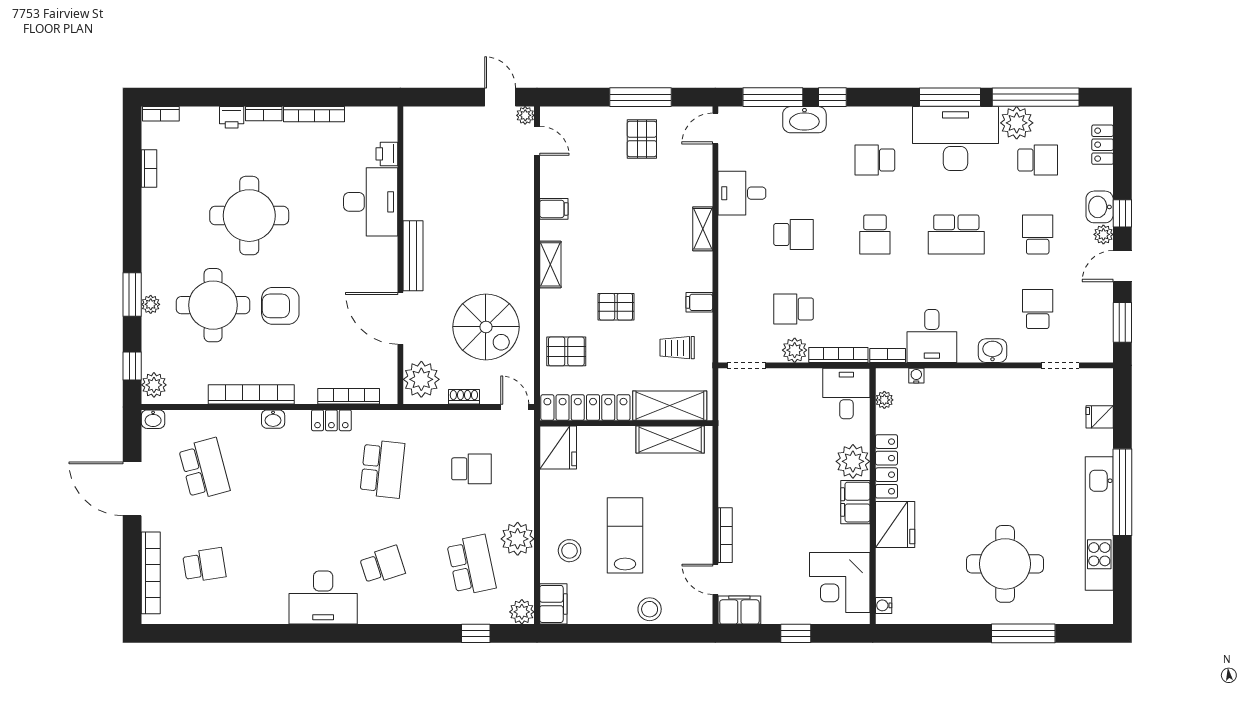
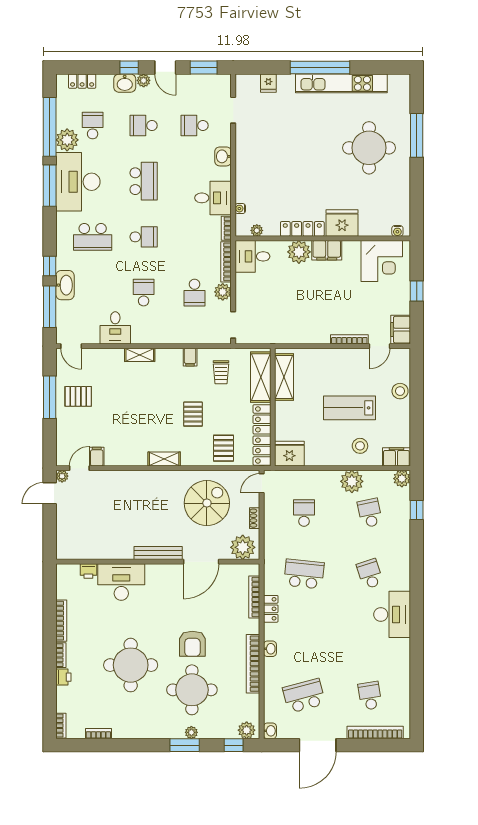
school desk: (875, 160) -> (93, 237), width x1.85
filing cabinet: (554, 209) -> (97, 457), moved
school desk: (471, 565) -> (370, 513), width x0.54

